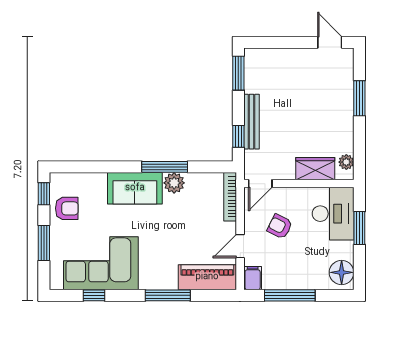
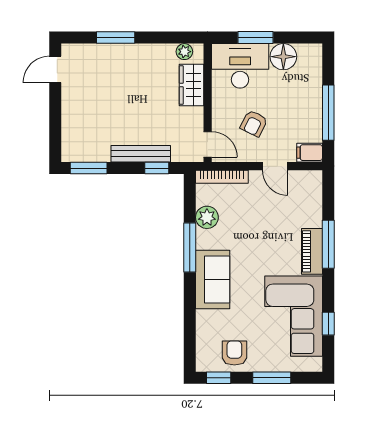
plant: (174, 183) -> (207, 217), moved
floor lamp: (342, 272) -> (283, 57), moved
piano: (207, 277) -> (312, 251), moved, width x0.73, depth x0.75

